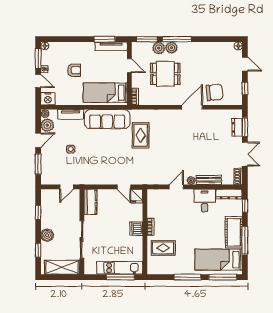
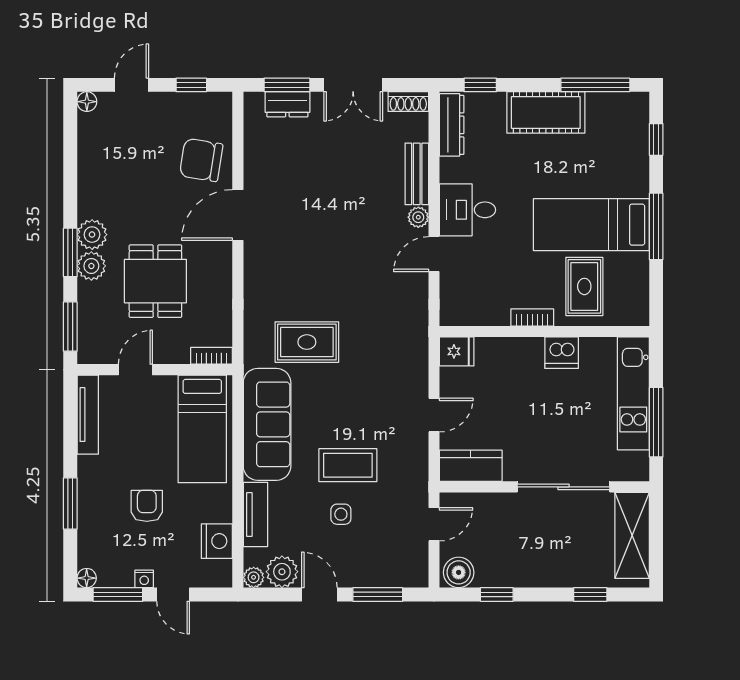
window: (105, 39) -> (70, 503), moved
window: (177, 39) -> (70, 252), width x0.69
plant: (159, 48) -> (92, 235), moved
door: (38, 81) -> (173, 594), swing flipped
chair: (214, 92) -> (201, 160), turned -76
nightstand: (48, 99) -> (217, 541), moved
door: (192, 107) -> (238, 215), hinge flipped
coffee table: (91, 152) -> (348, 465), added
double door: (245, 154) -> (353, 85), swing flipped
door: (67, 187) -> (434, 524), hinge flipped
door: (124, 187) -> (434, 415), moved
door: (176, 187) -> (434, 254), hinge flipped
desk: (205, 200) -> (468, 210), moved
dishwasher: (136, 229) -> (562, 353), moved
boiler: (47, 235) -> (459, 572), moved
window: (245, 240) -> (595, 85), moved
bed: (219, 260) -> (591, 225), moved, turned 90
window: (120, 277) -> (656, 422), moved
window: (223, 277) -> (656, 139), width x0.46

